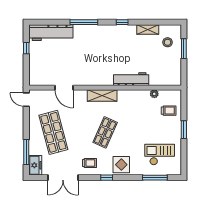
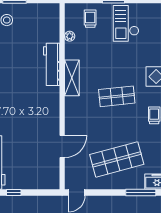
shelving: (102, 96) -> (72, 78), moved
shop shelf: (105, 132) -> (117, 96), turned -30
checkout: (160, 155) -> (126, 23), moved

